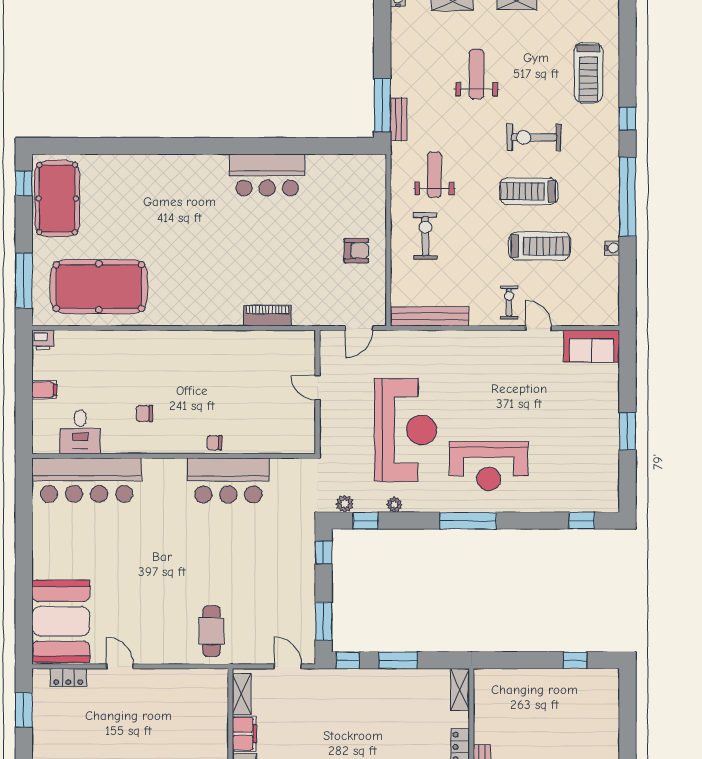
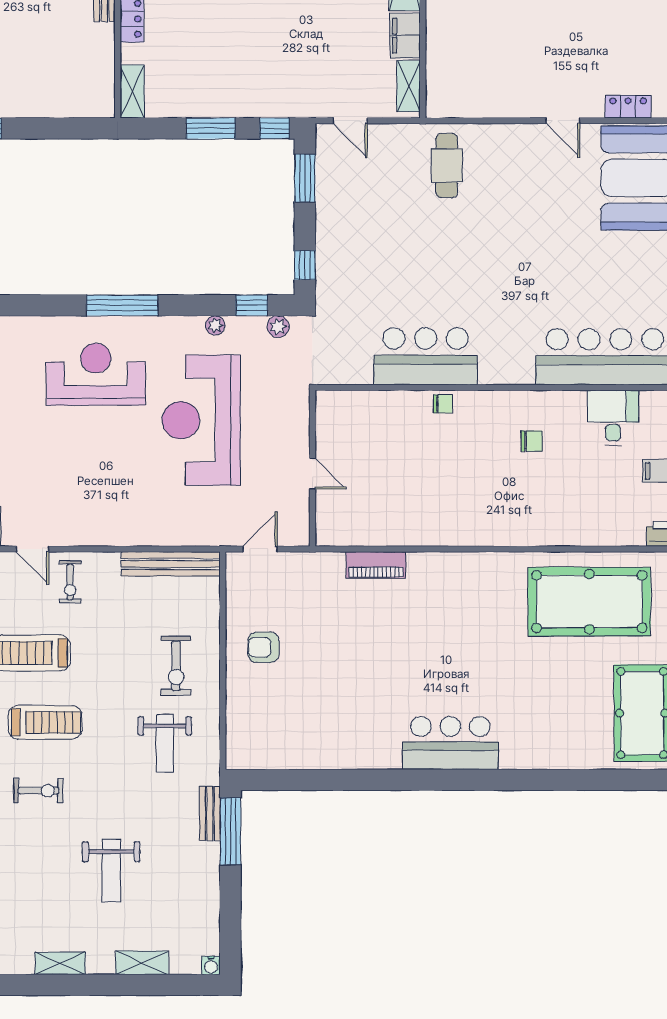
exercise bike: (534, 137) -> (39, 791), width x0.73, depth x0.72
bar counter: (267, 175) -> (450, 743), moved

